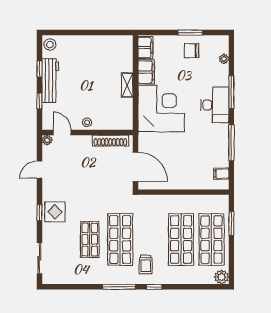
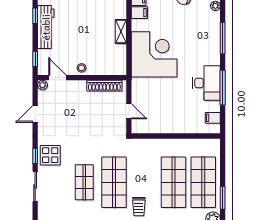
filing cabinet: (146, 72) -> (139, 13), width x0.50
window: (39, 101) -> (35, 59), moved
desk: (215, 105) -> (206, 83), moved
door: (135, 167) -> (129, 111), width x0.53
window: (231, 224) -> (223, 198), moved
sliding door: (39, 258) -> (35, 186), moved

